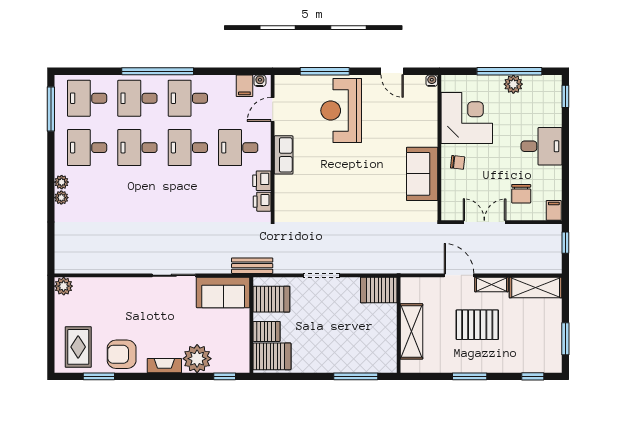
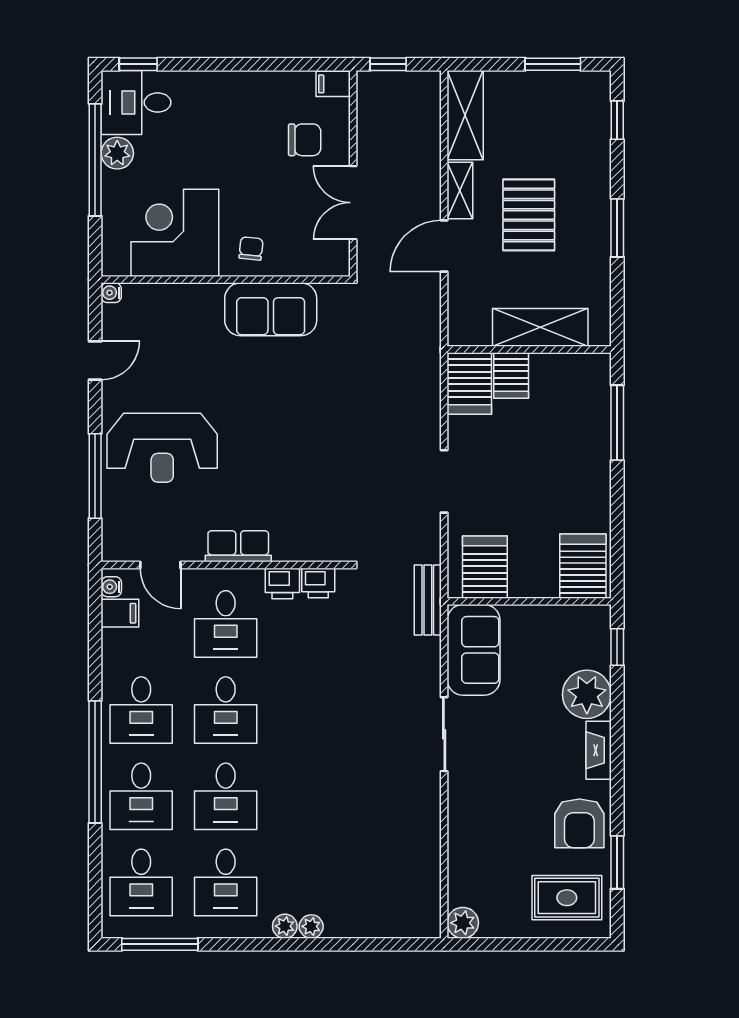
desk: (541, 146) -> (136, 102), moved, turned -90
server rack: (267, 331) -> (511, 375), moved, turned 180

